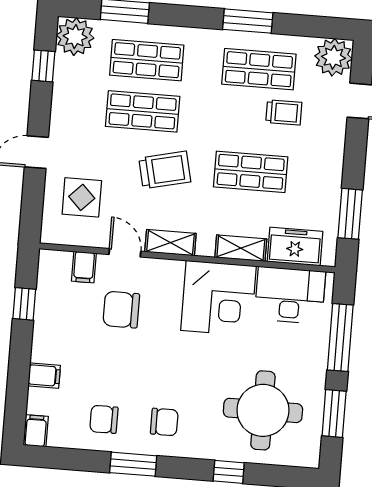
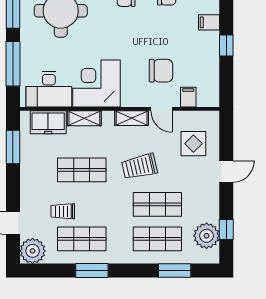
plant: (75, 37) -> (207, 236), moved
window: (24, 304) -> (226, 45), moved

